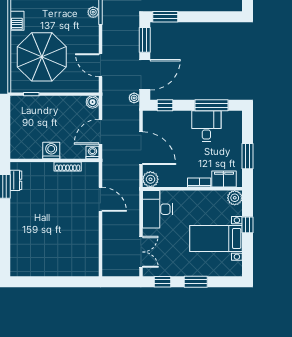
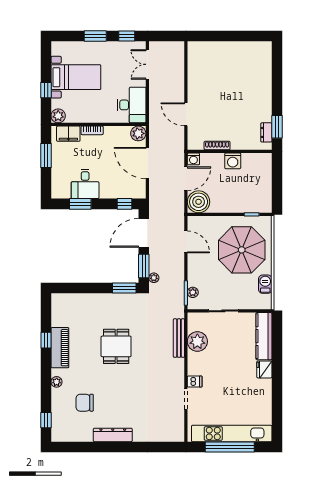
plant: (134, 98) -> (154, 278), moved
boiler: (93, 102) -> (199, 202), width x1.86, depth x1.86
window: (212, 105) -> (80, 204), width x0.69

